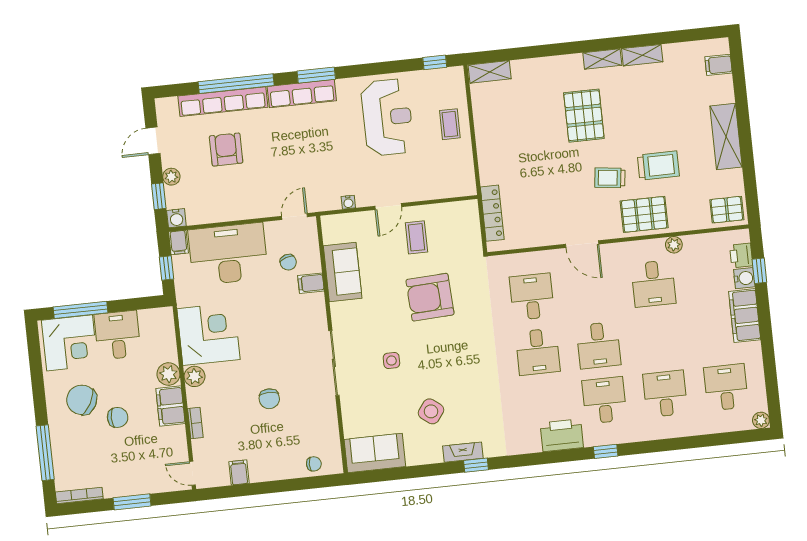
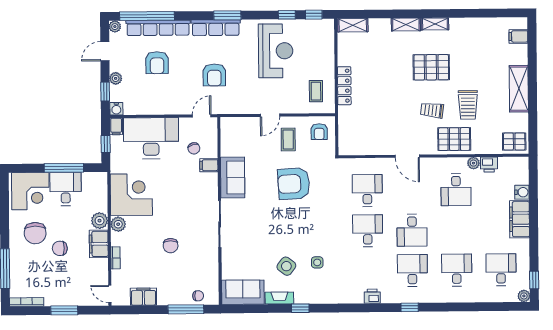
shelving: (642, 55) -> (406, 25), moved
window: (398, 66) -> (287, 15), added
window: (236, 84) -> (147, 16), moved
plant: (163, 106) -> (115, 27), added
pallet: (584, 116) -> (431, 67), moved, turned 90
coffee table: (450, 124) -> (316, 91), moved
armchair: (226, 149) -> (157, 63), turned 180
armchair: (306, 159) -> (214, 75), added
trolley: (658, 166) -> (468, 105), turned 90
water cooler: (348, 202) -> (242, 109), removed
locker: (492, 213) -> (344, 86), moved
armchair: (458, 222) -> (319, 132), added
printer: (741, 255) -> (489, 165), moved, turned -90
window: (759, 271) -> (534, 280), moved
sofa: (343, 272) -> (233, 178), moved
window: (80, 310) -> (64, 168), moved
desk: (538, 352) -> (368, 231), turned 180
side table: (391, 361) -> (317, 262), moved
chair: (82, 400) -> (35, 233), turned -119
chair: (118, 417) -> (60, 248), turned 180
printer: (562, 435) -> (372, 296), width x0.53, depth x0.68
fireplace: (463, 452) -> (279, 298), moved
window: (476, 465) -> (300, 308), moved
filing cabinet: (239, 472) -> (143, 297), width x2.00
window: (299, 484) -> (186, 309), added

